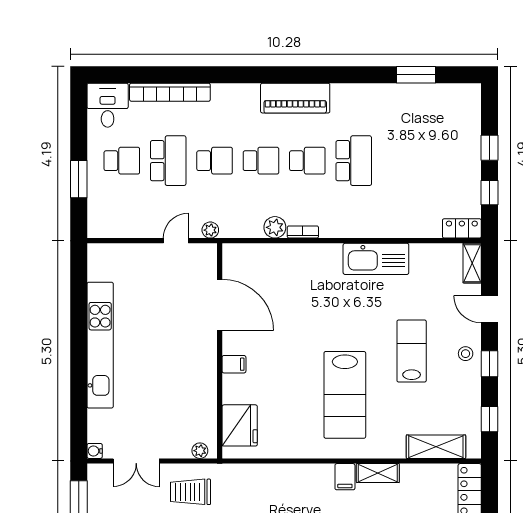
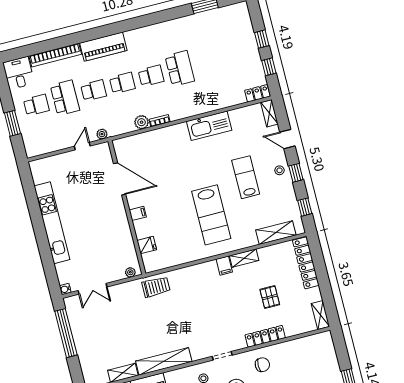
piano: (295, 98) -> (103, 47), moved
fridge: (240, 425) -> (147, 245), width x0.53, depth x0.75
trolley: (190, 492) -> (156, 287), moved, turned 180

